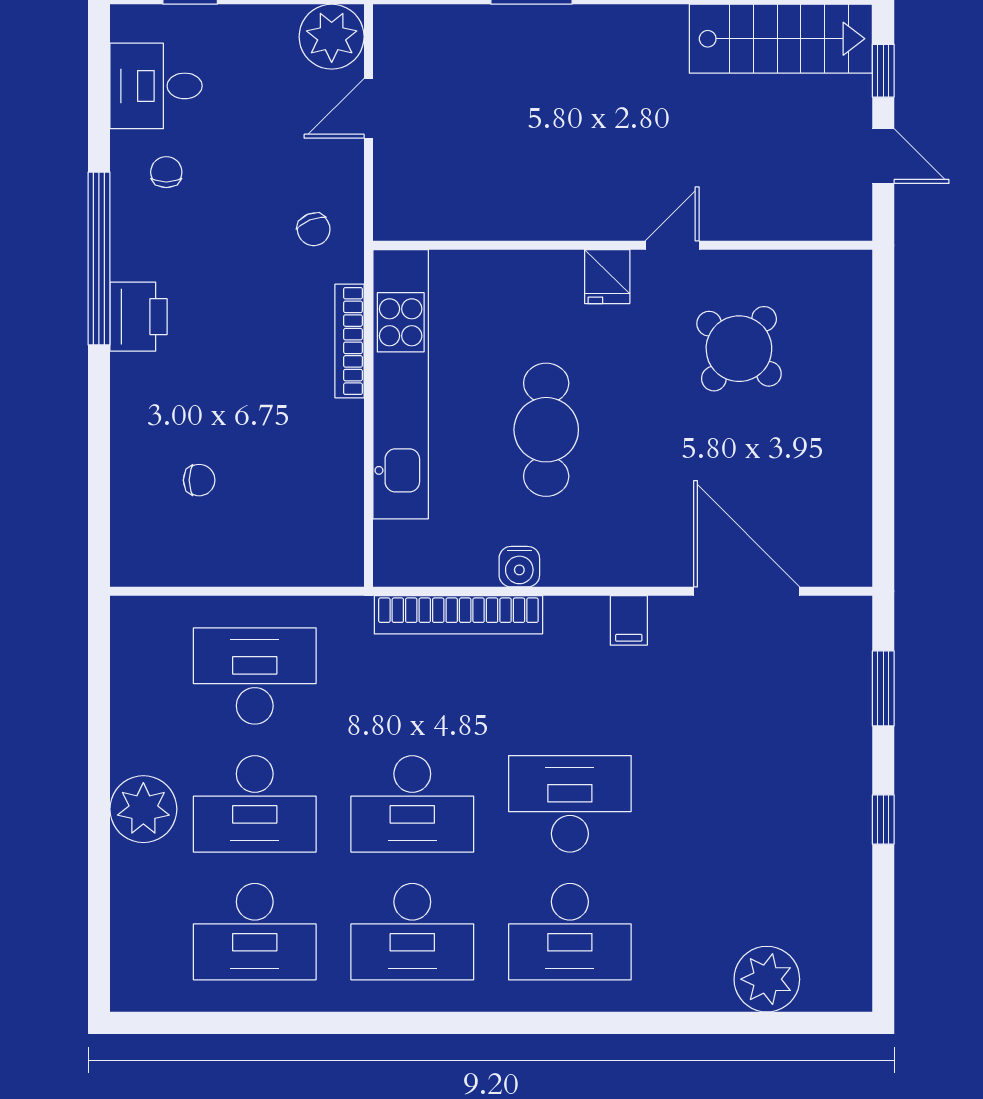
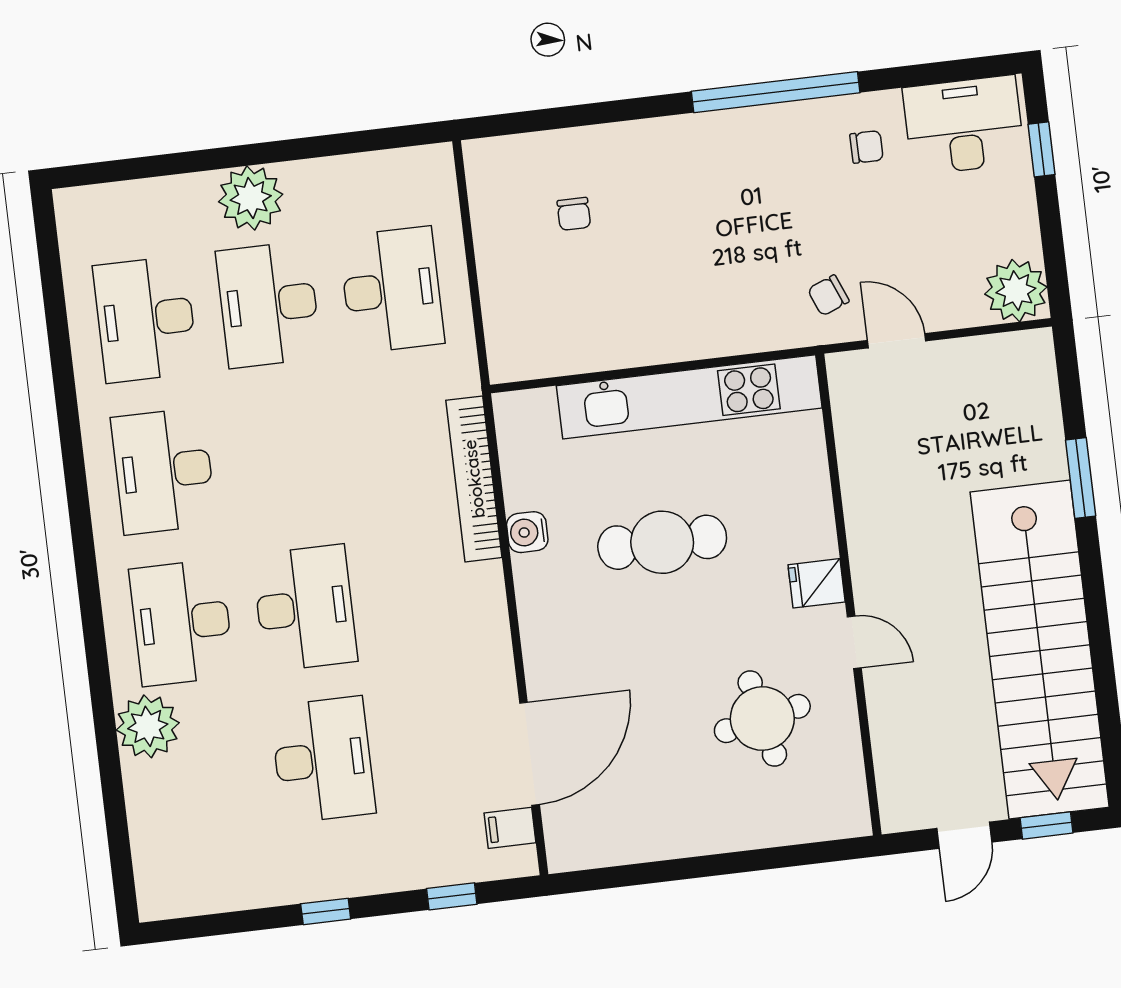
stairs: (781, 39) -> (1040, 650), width x1.86, depth x1.51
desk: (156, 86) -> (964, 125), width x1.37
door: (368, 108) -> (897, 341), moved
printer: (139, 317) -> (724, 137), removed
bookcase: (349, 341) -> (725, 343), removed
round table: (739, 349) -> (762, 719), turned 38
filing cabinet: (629, 620) -> (510, 828), moved
window: (883, 688) -> (452, 896), width x0.67
desk: (412, 804) -> (323, 760), moved, turned 180
plant: (767, 979) -> (148, 726), moved

